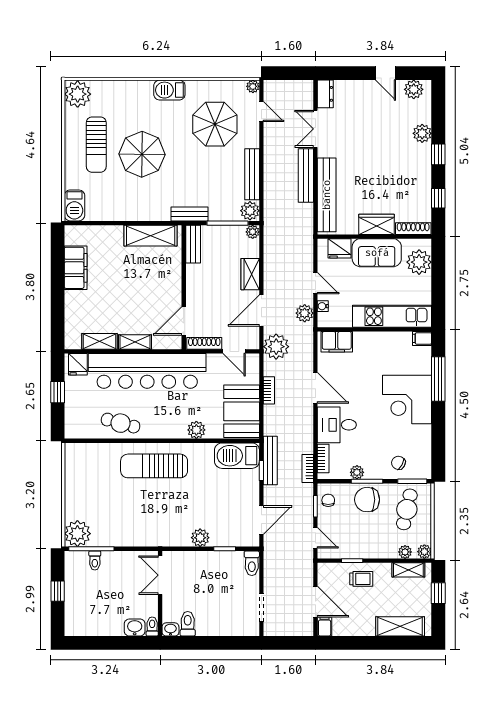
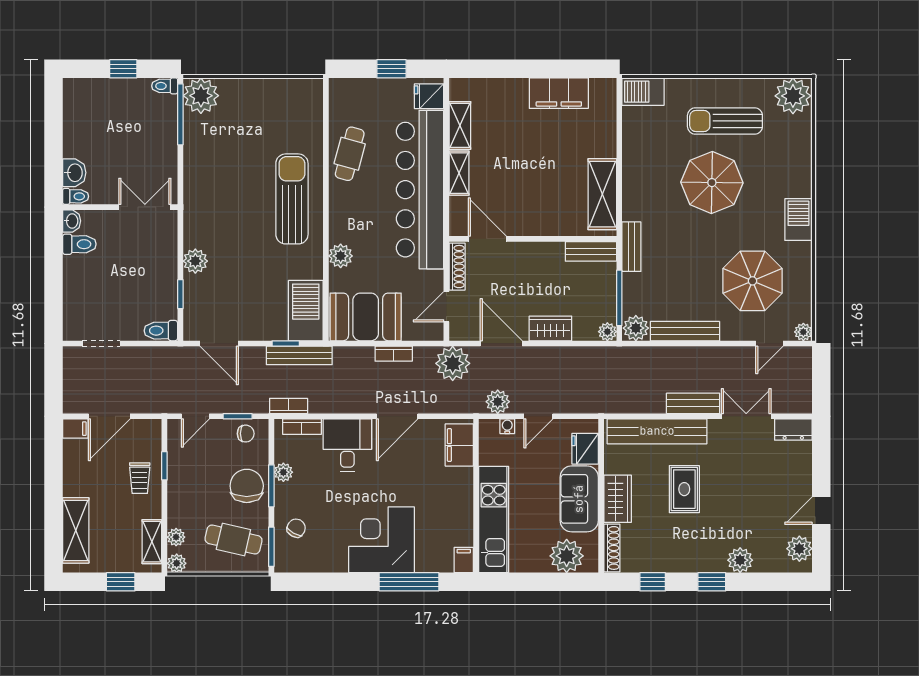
bench: (306, 175) -> (693, 403), width x0.73
rug: (369, 175) -> (684, 489), added
toilet: (95, 560) -> (165, 86), moved

